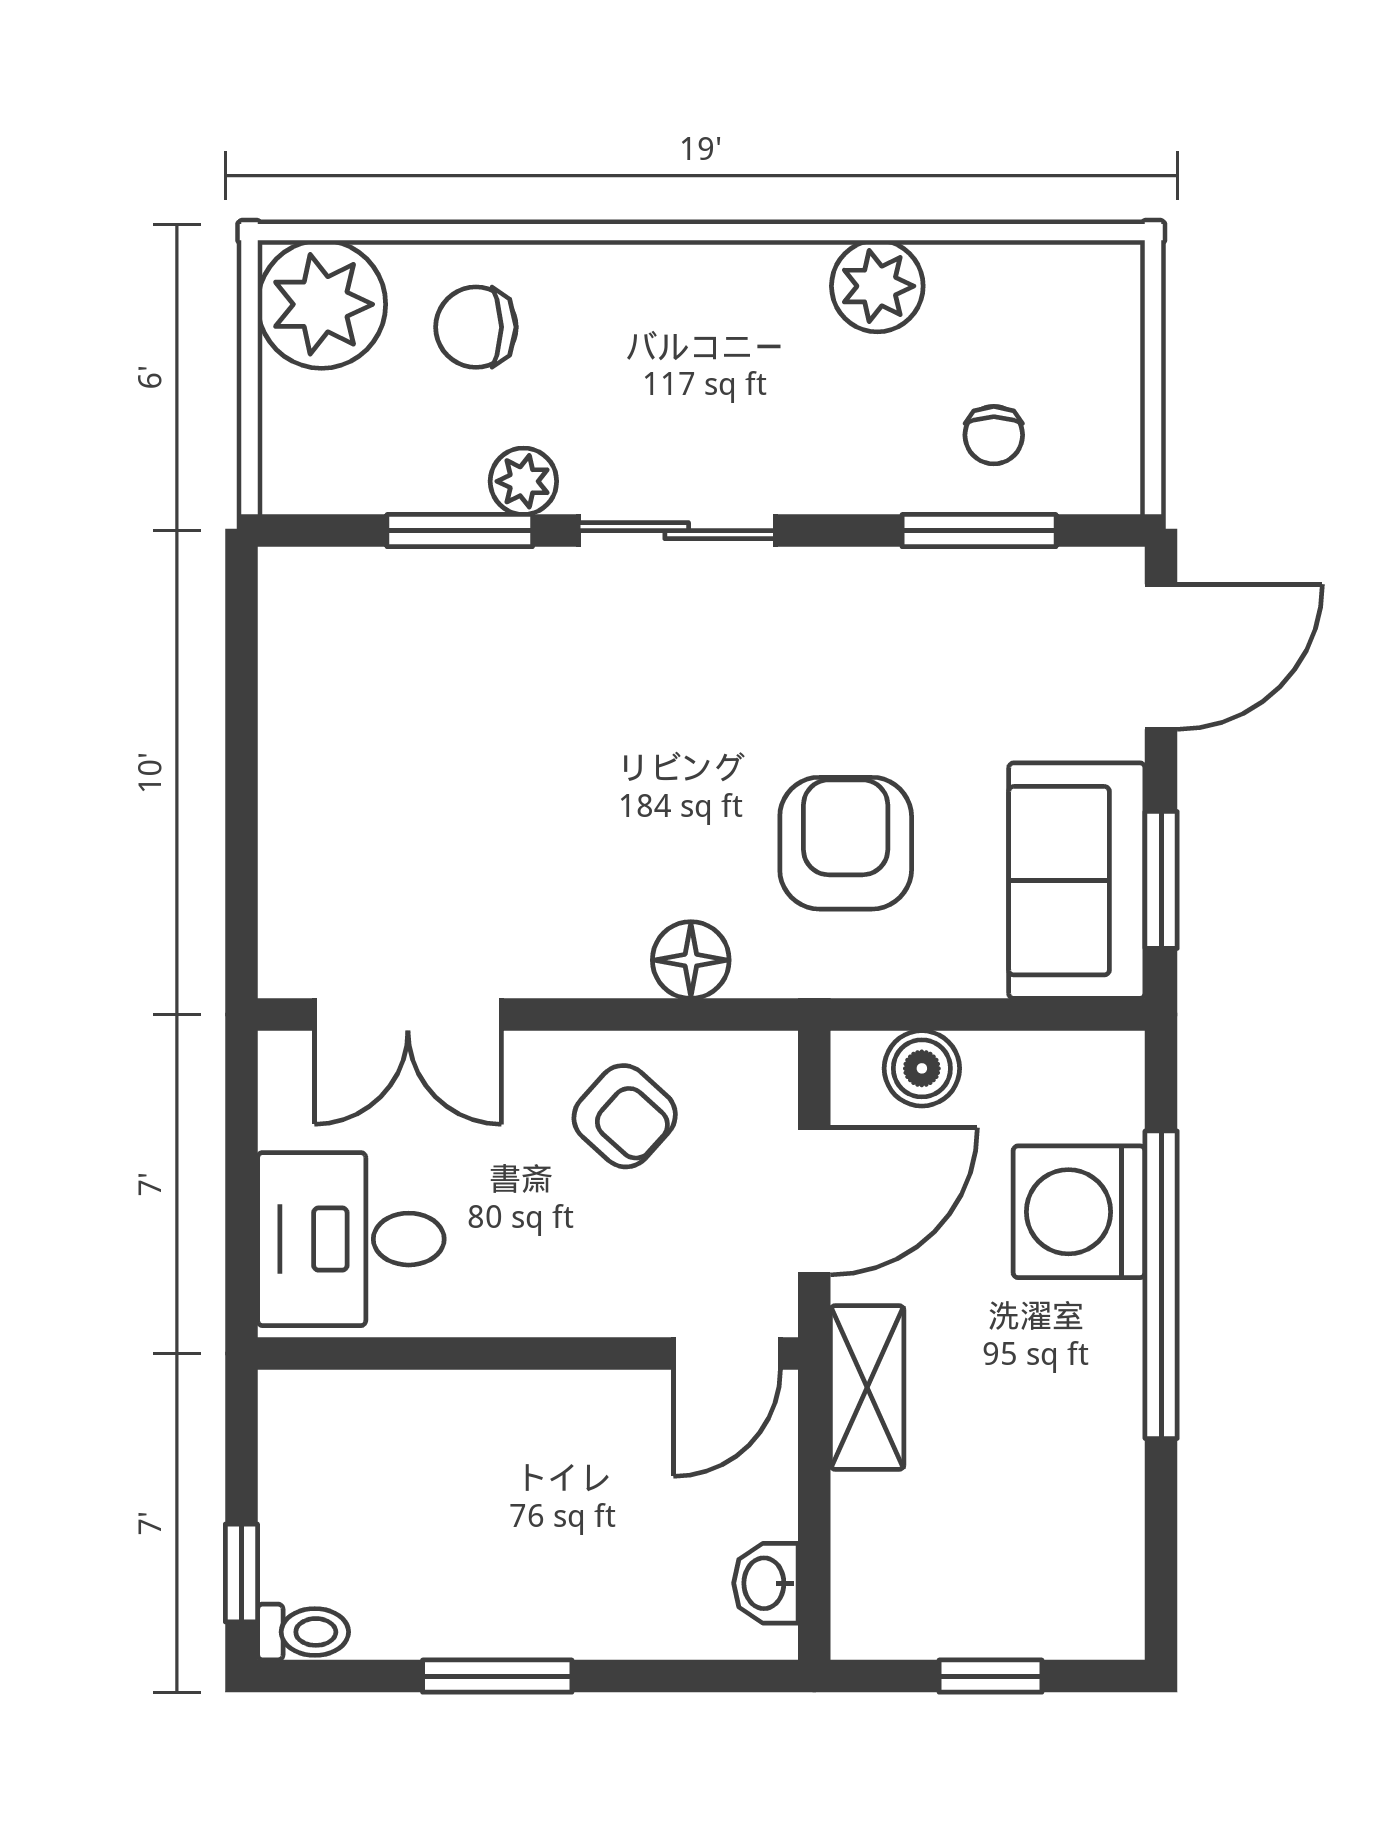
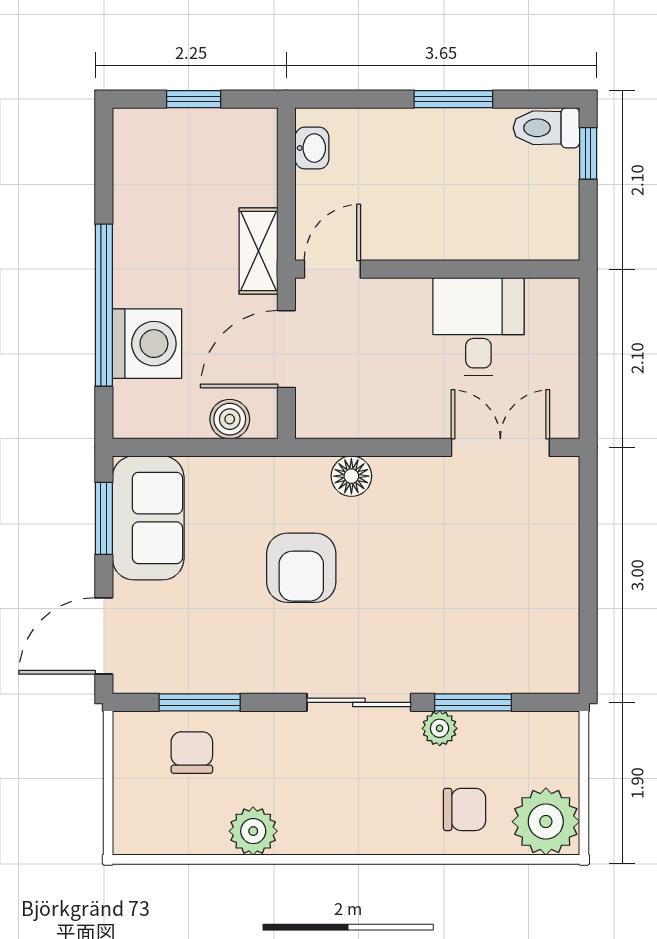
chair: (994, 435) -> (192, 753), width x1.37, depth x1.37
armchair: (846, 843) -> (301, 568), moved
armchair: (625, 1116) -> (386, 394), removed
desk: (351, 1239) -> (478, 327), moved, turned -90
toilet: (303, 1632) -> (546, 128), width x1.37, depth x1.39

